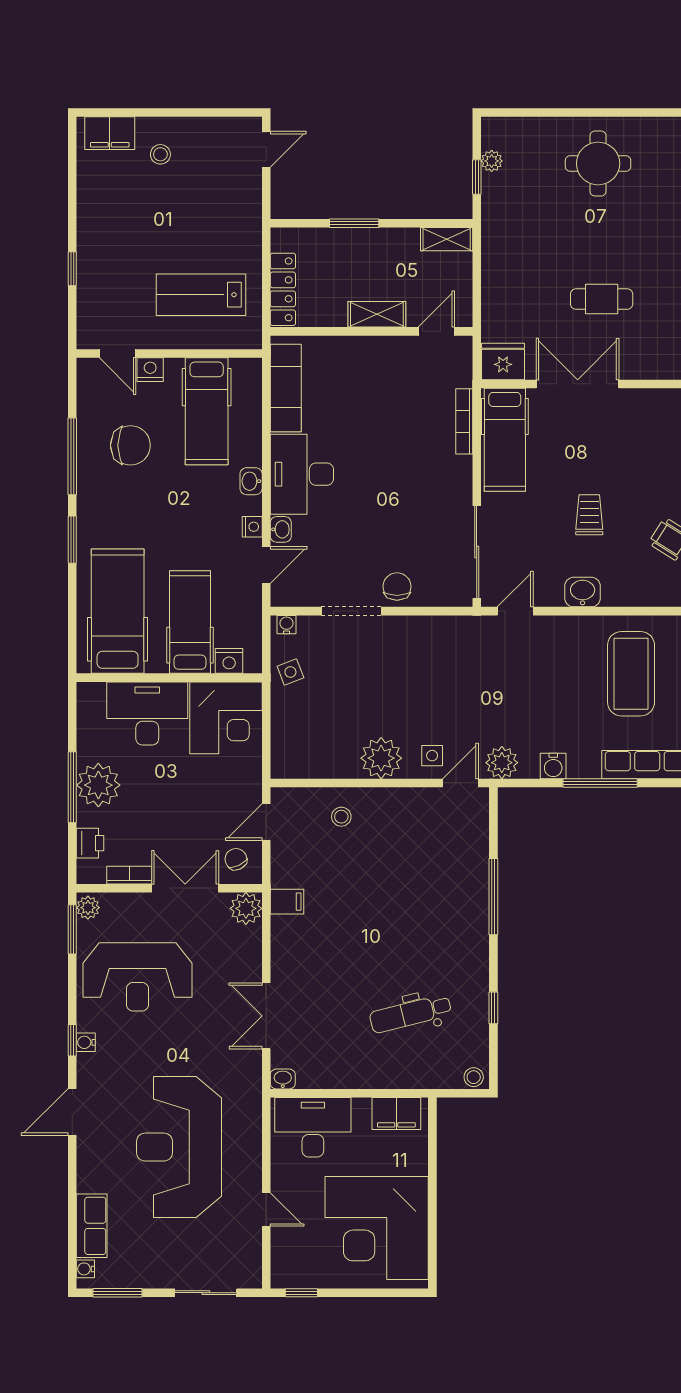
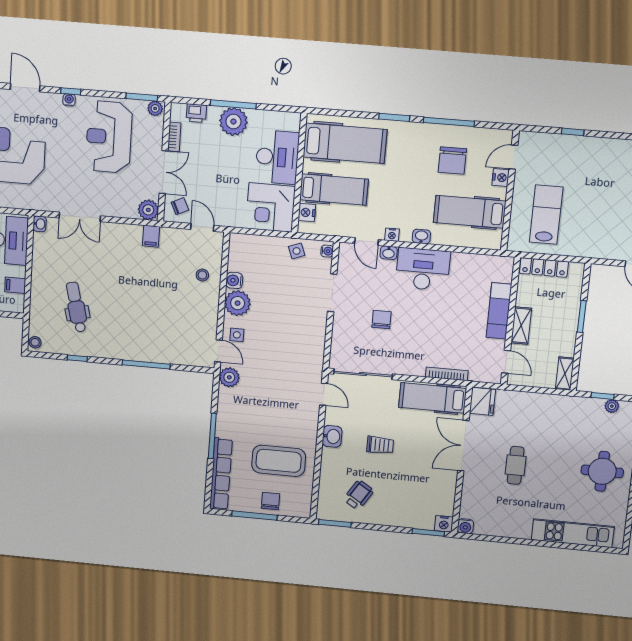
double door: (578, 384) -> (463, 446), swing flipped
exam couch: (286, 388) -> (499, 311), moved, turned 90
chair: (397, 586) -> (382, 320), moved, turned -90
water cooler: (553, 766) -> (234, 280), moved
double door: (266, 1016) -> (80, 217), swing flipped
filing cabinet: (396, 1114) -> (15, 285), width x0.50

